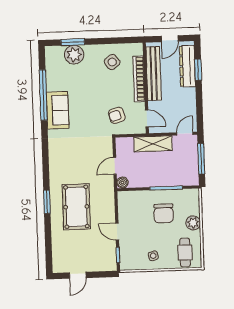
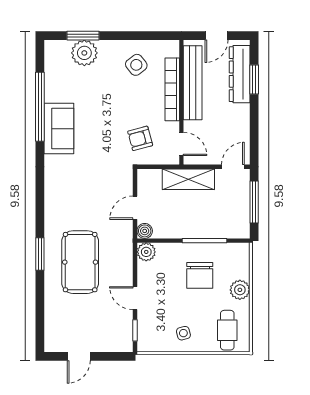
plant: (124, 198) -> (146, 252), added

